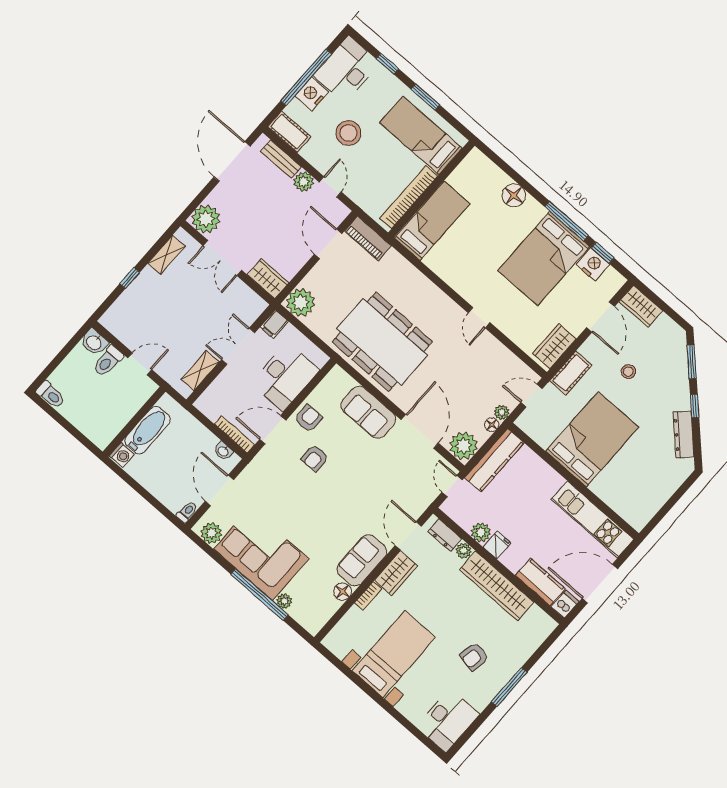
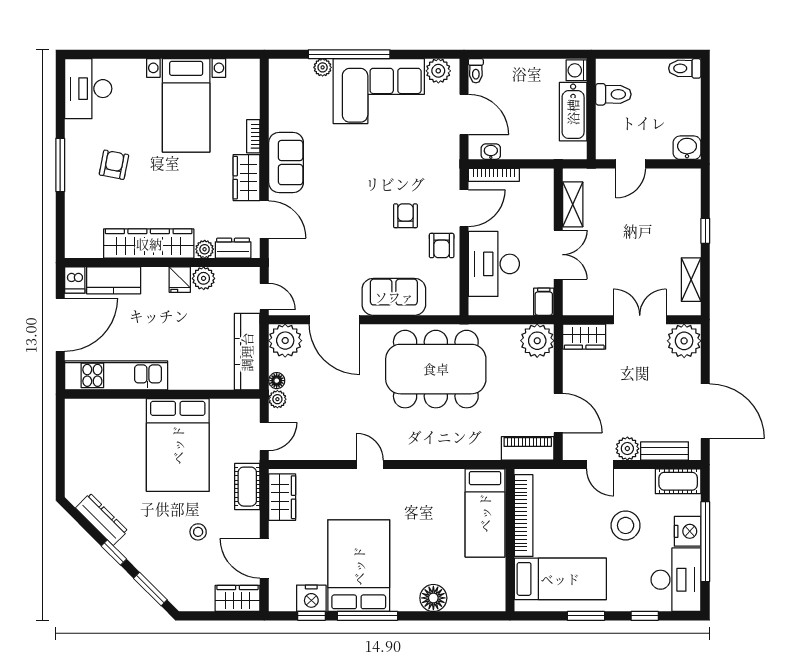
toilet: (108, 361) -> (613, 94), moved, turned 90
floor lamp: (343, 592) -> (279, 120), removed

